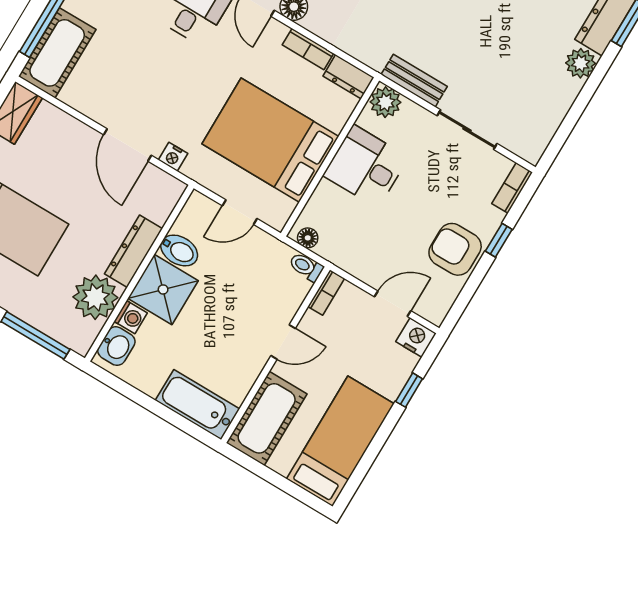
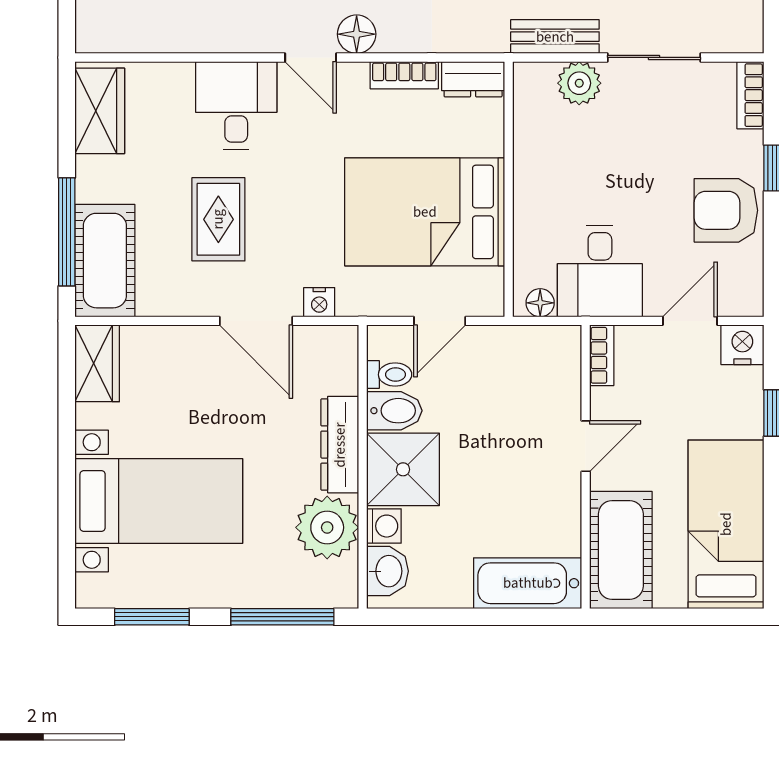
rug: (142, 69) -> (218, 219), added
plant: (385, 102) -> (579, 83), moved
desk: (366, 166) -> (600, 271), moved, turned -90
toilet: (306, 267) -> (389, 375), moved, turned 180

